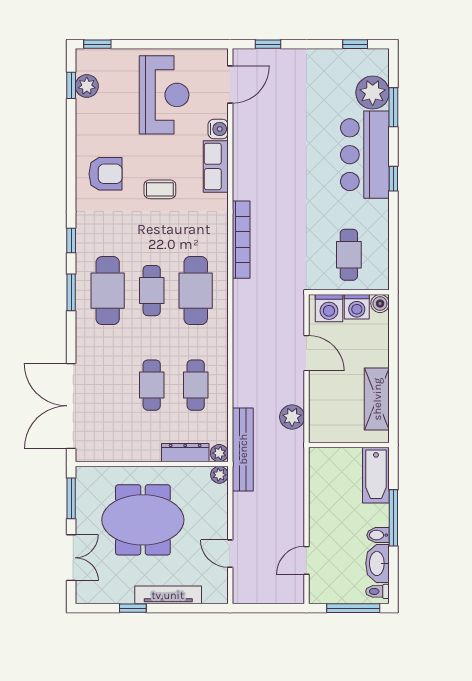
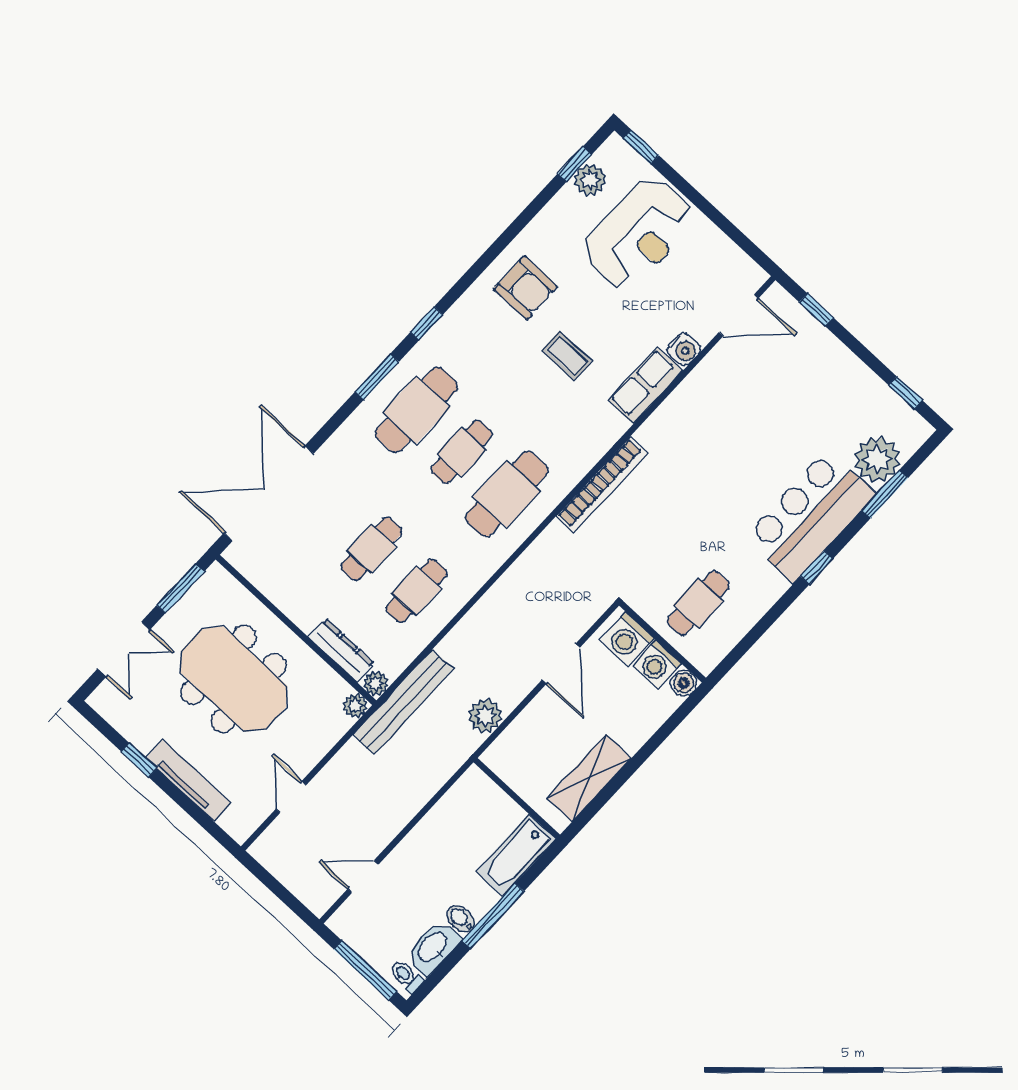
reception desk: (164, 95) -> (638, 234), moved

